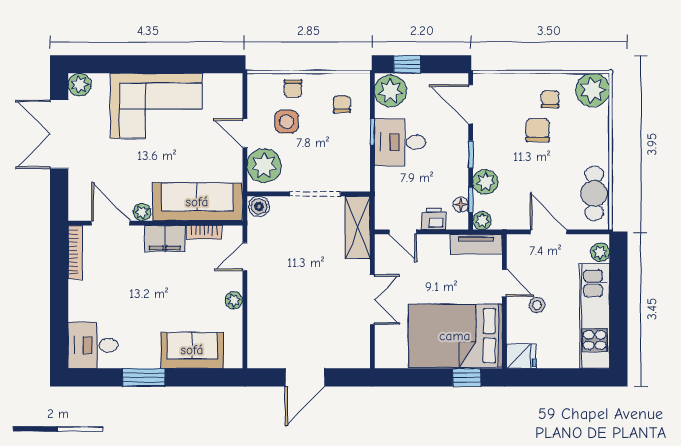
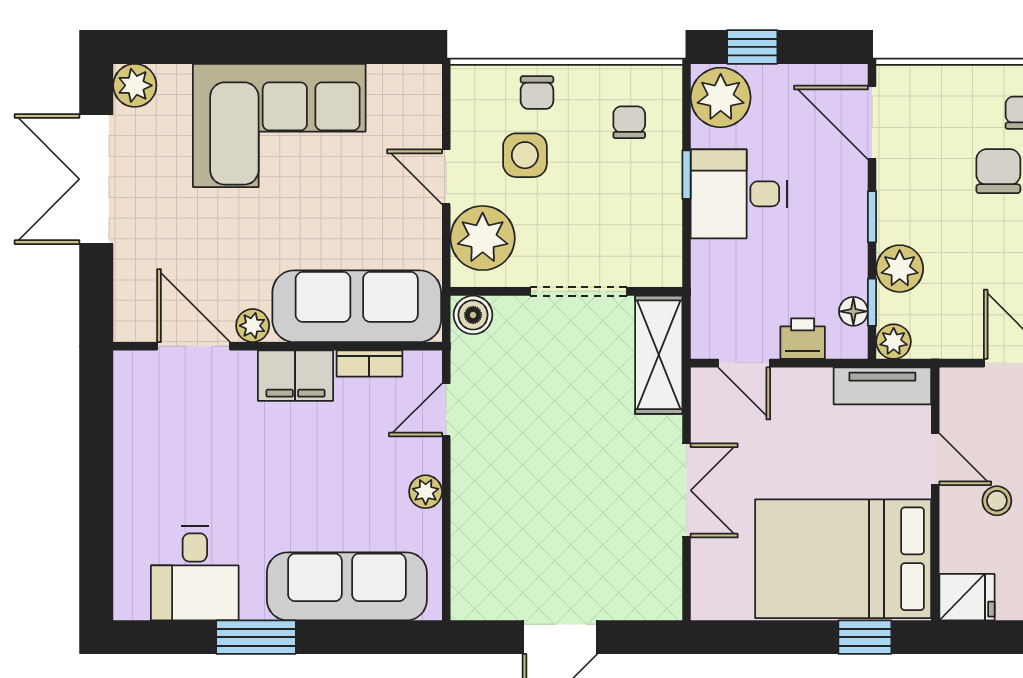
bookcase: (75, 252) -> (126, 401), removed
desk: (93, 345) -> (195, 573), moved, turned -90
sofa: (192, 350) -> (347, 586), width x1.36

